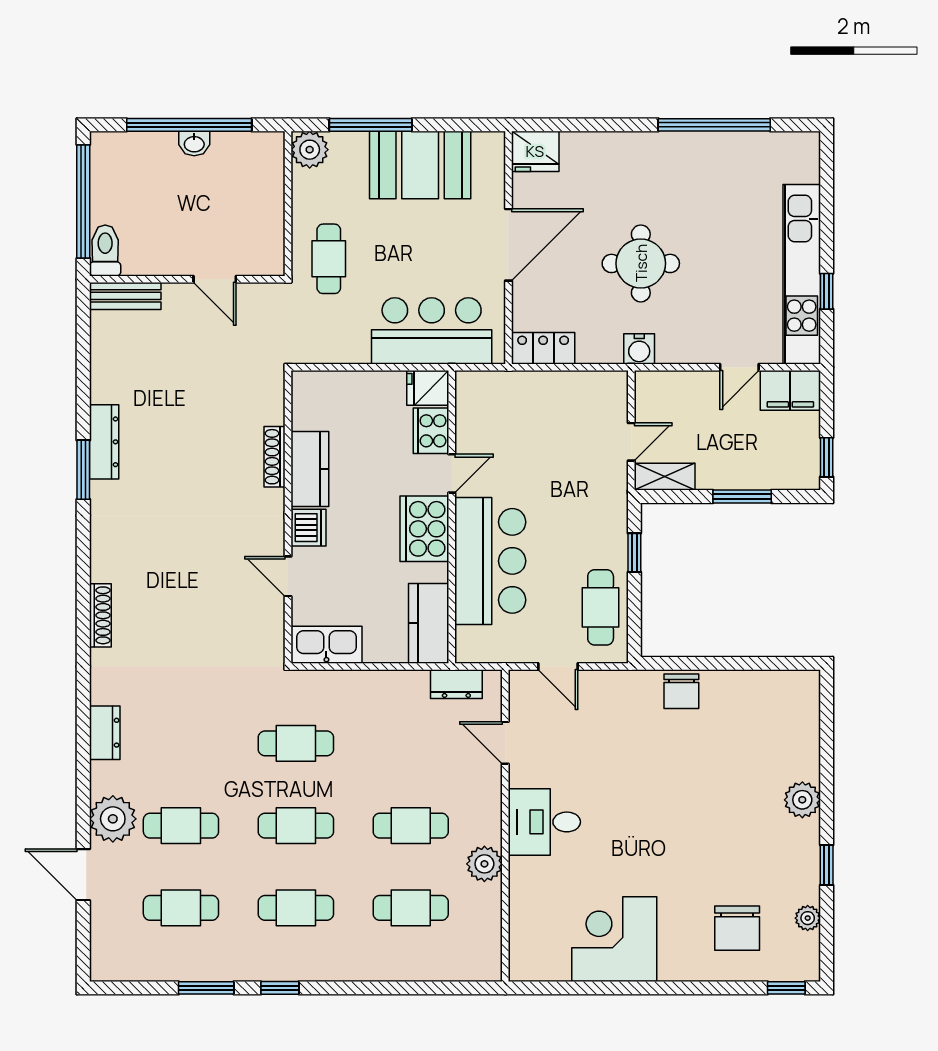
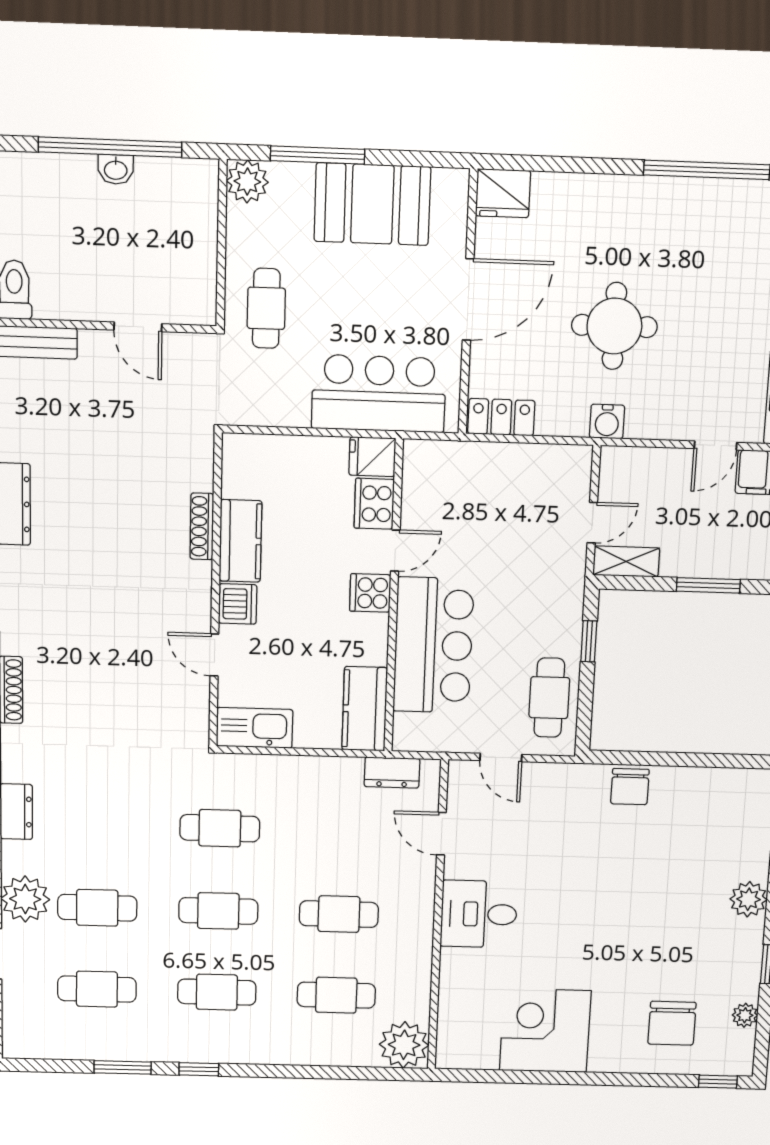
cooker: (424, 529) -> (370, 593), width x0.53, depth x0.76
plant: (484, 864) -> (404, 1045), moved, width x1.36, depth x1.36

